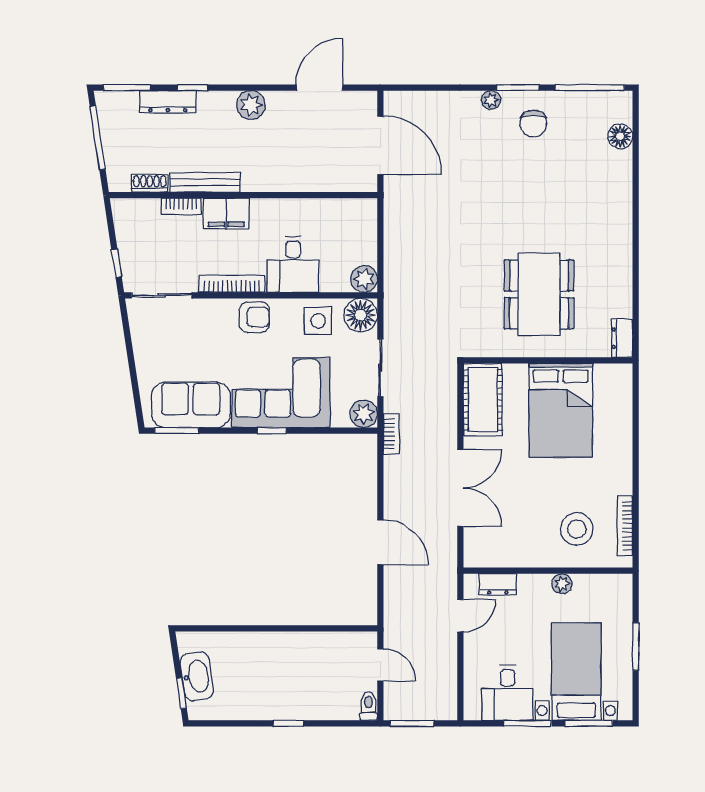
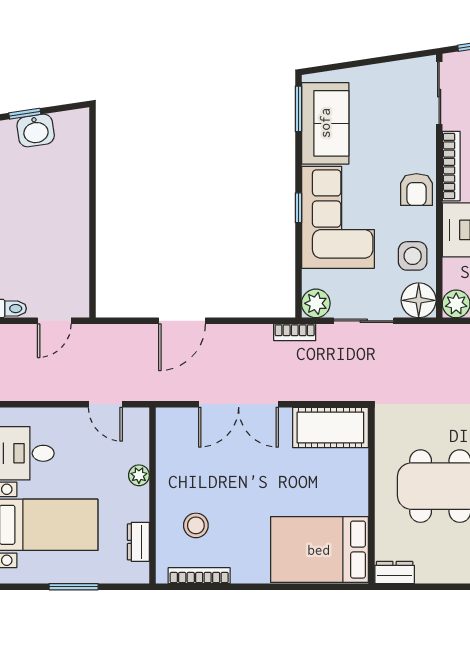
bed: (561, 410) -> (319, 550), moved
stool: (577, 529) -> (196, 525), width x0.73, depth x0.73
dresser: (498, 584) -> (138, 542), moved
plant: (562, 584) -> (139, 475), moved
washbasin: (197, 676) -> (36, 130), width x0.72

